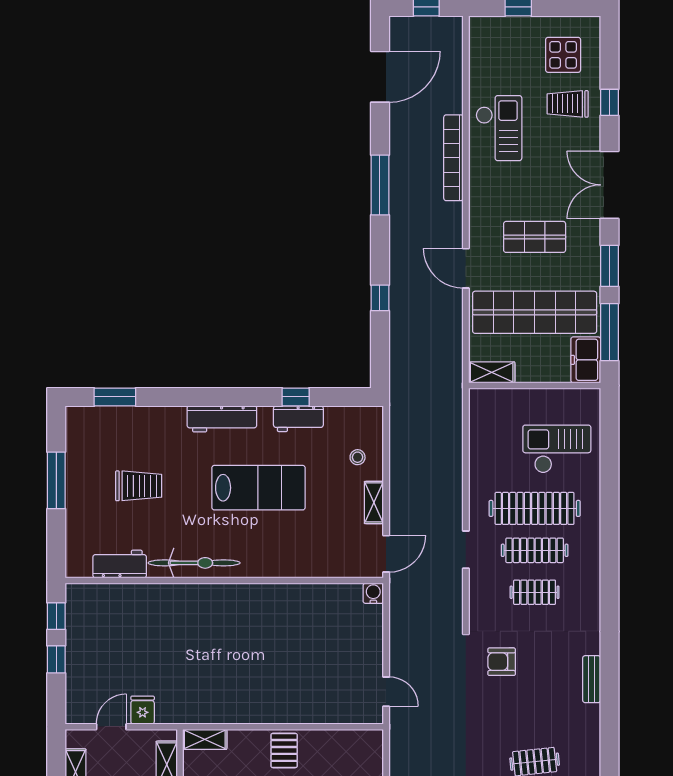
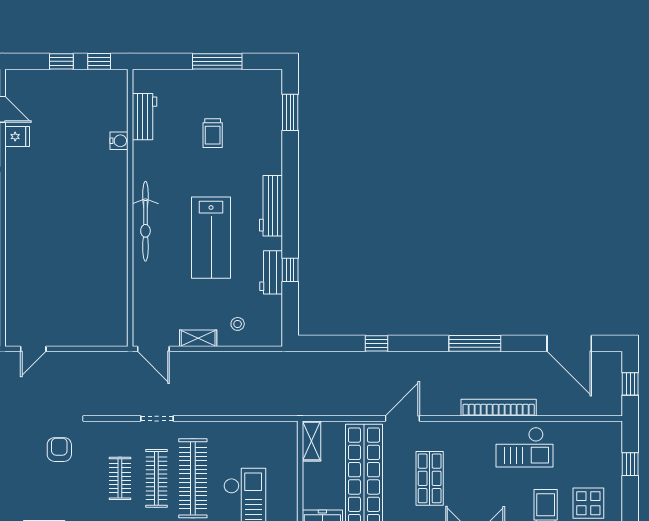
trolley: (139, 486) -> (213, 133), width x0.73, depth x0.72
bicycle: (194, 563) -> (145, 221), moved
water cooler: (373, 593) -> (119, 141), moved

